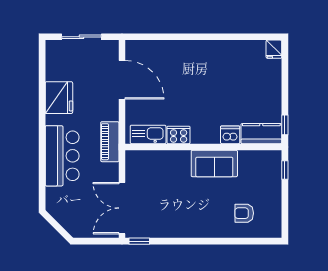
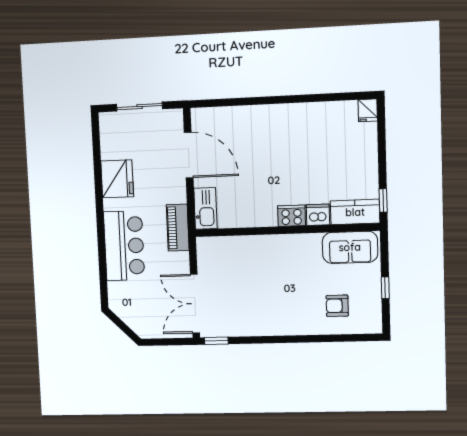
kitchen sink: (148, 134) -> (205, 208), moved, turned 90
cooker: (179, 135) -> (292, 216), moved
sofa: (214, 163) -> (350, 247), moved
window: (285, 170) -> (385, 288), moved

